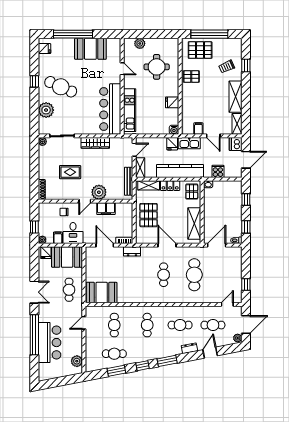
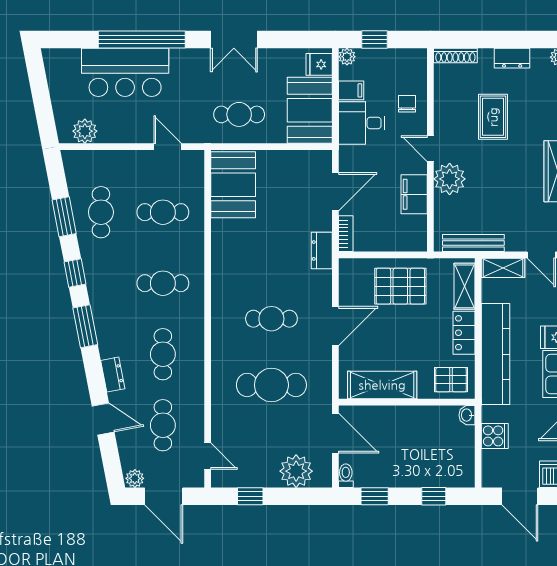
dresser: (43, 163) -> (512, 58), added
plant: (234, 263) -> (296, 471), added

